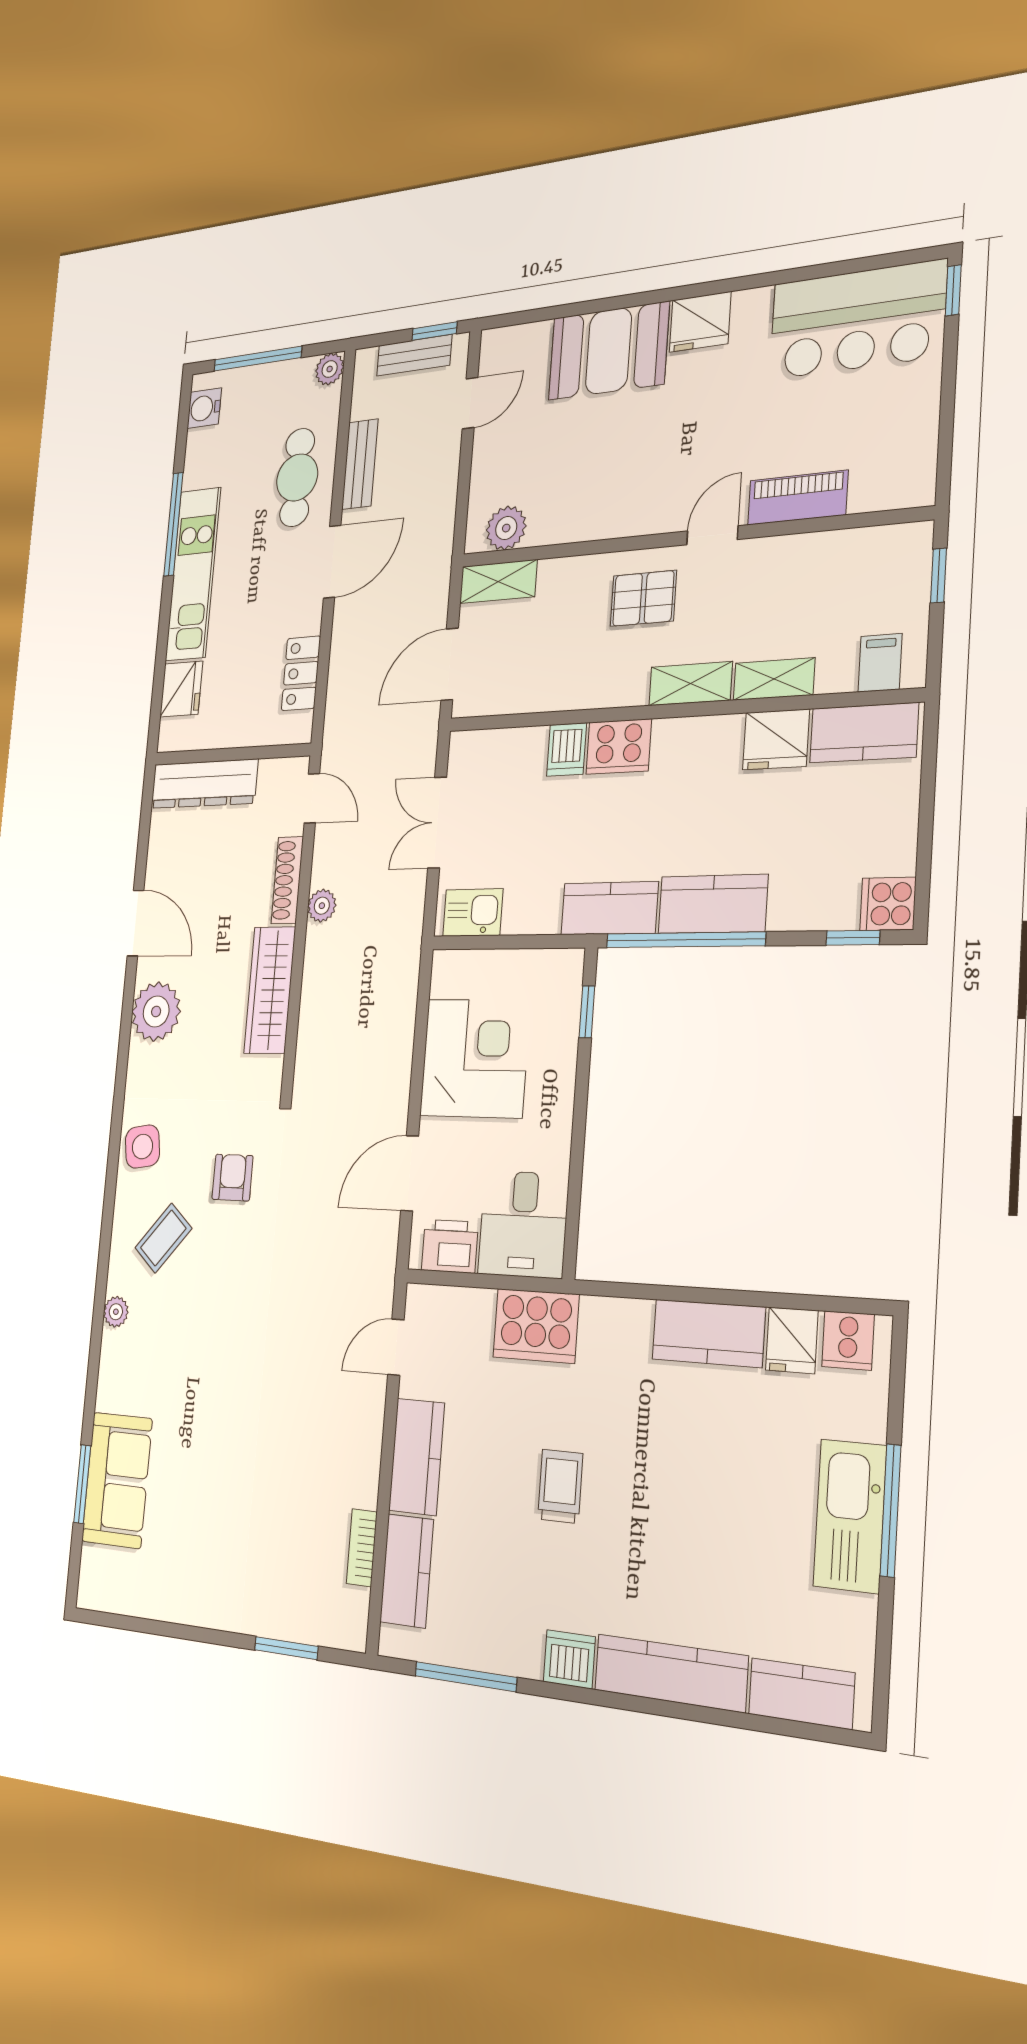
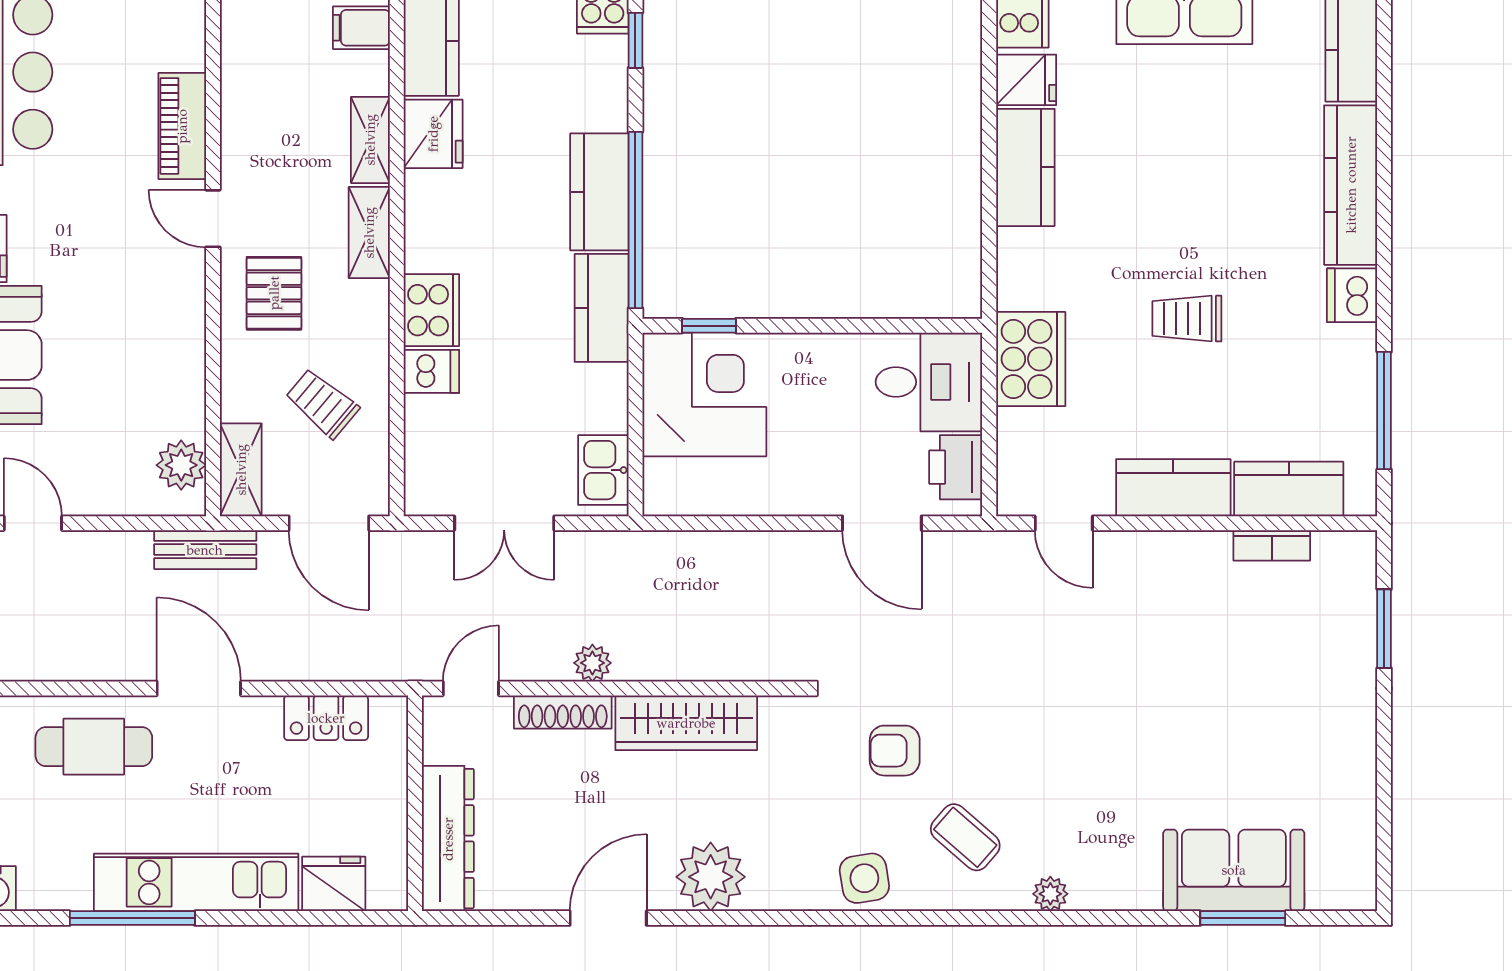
bench: (360, 464) -> (205, 550), moved
trolley: (547, 651) -> (322, 403), added
corner desk: (475, 1058) -> (704, 395), moved, turned 90

